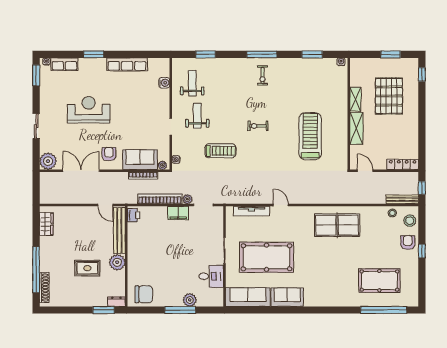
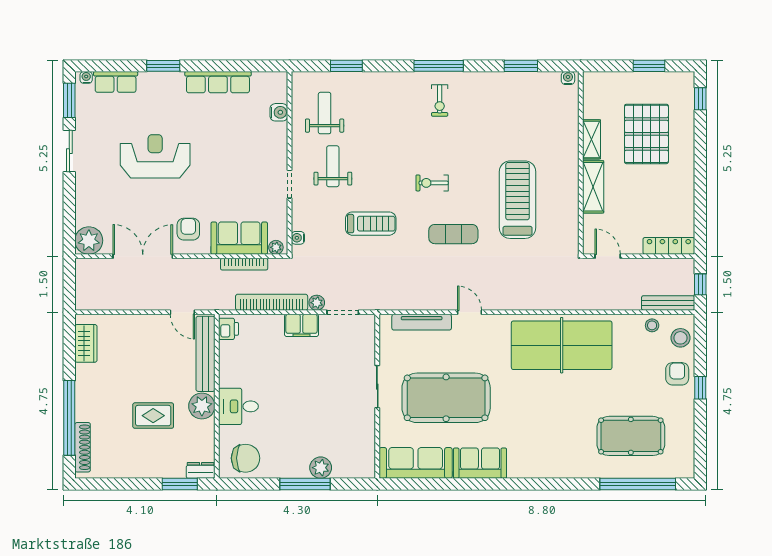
sliding door: (36, 126) -> (69, 151), moved
exercise mat: (271, 157) -> (453, 234), added
table tennis table: (337, 225) -> (562, 345), width x1.36, depth x1.32
desk: (211, 276) -> (238, 406), moved, turned 180

